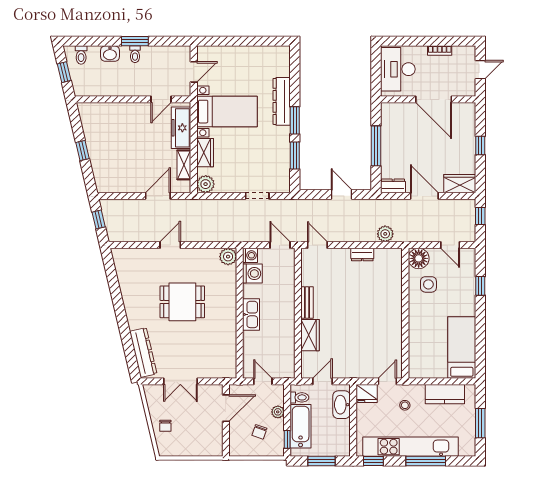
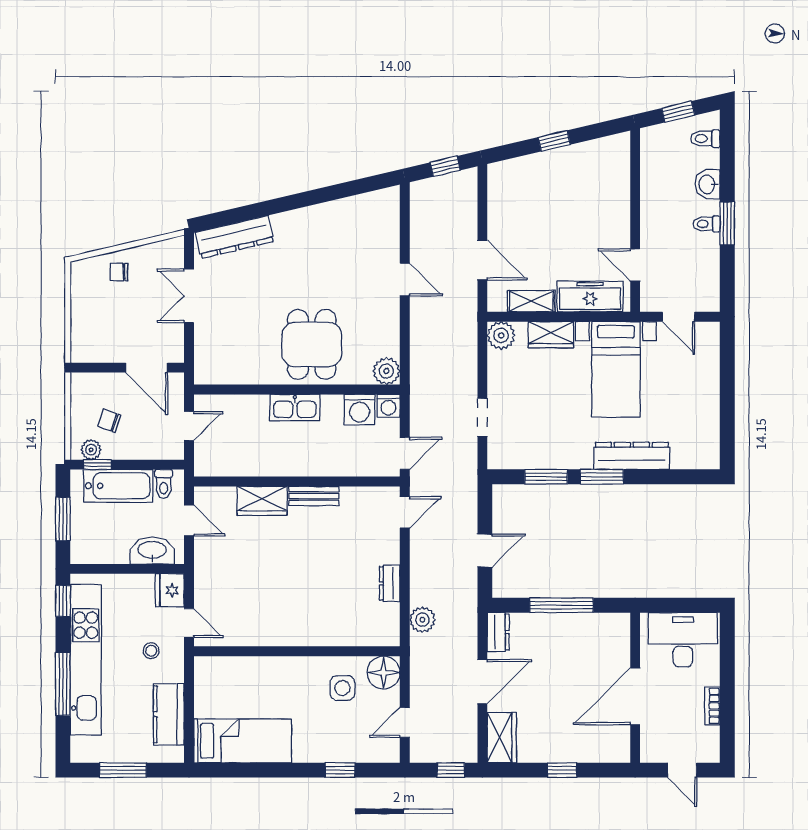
dining table: (182, 302) -> (312, 344), moved
plant: (278, 412) -> (91, 450), moved

